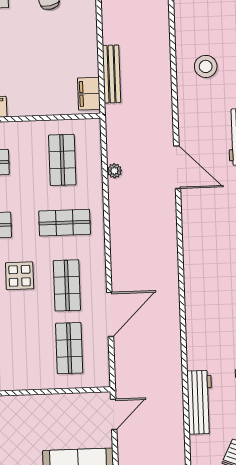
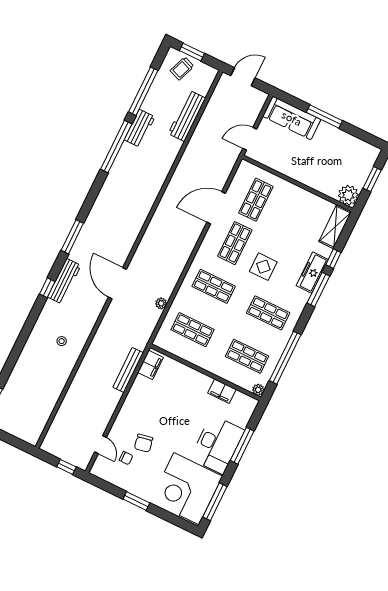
stool: (206, 66) -> (62, 341), width x0.53, depth x0.53
shop shelf: (62, 160) -> (193, 330), turned 90

